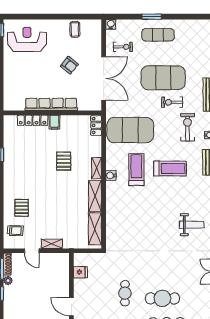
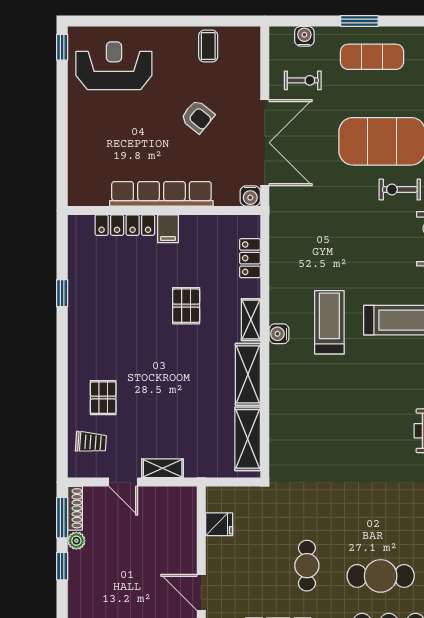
water cooler: (111, 24) -> (304, 36), moved
water cooler: (96, 105) -> (250, 196), added
locker: (96, 126) -> (250, 258), moved
exercise mat: (130, 130) -> (317, 244), removed

